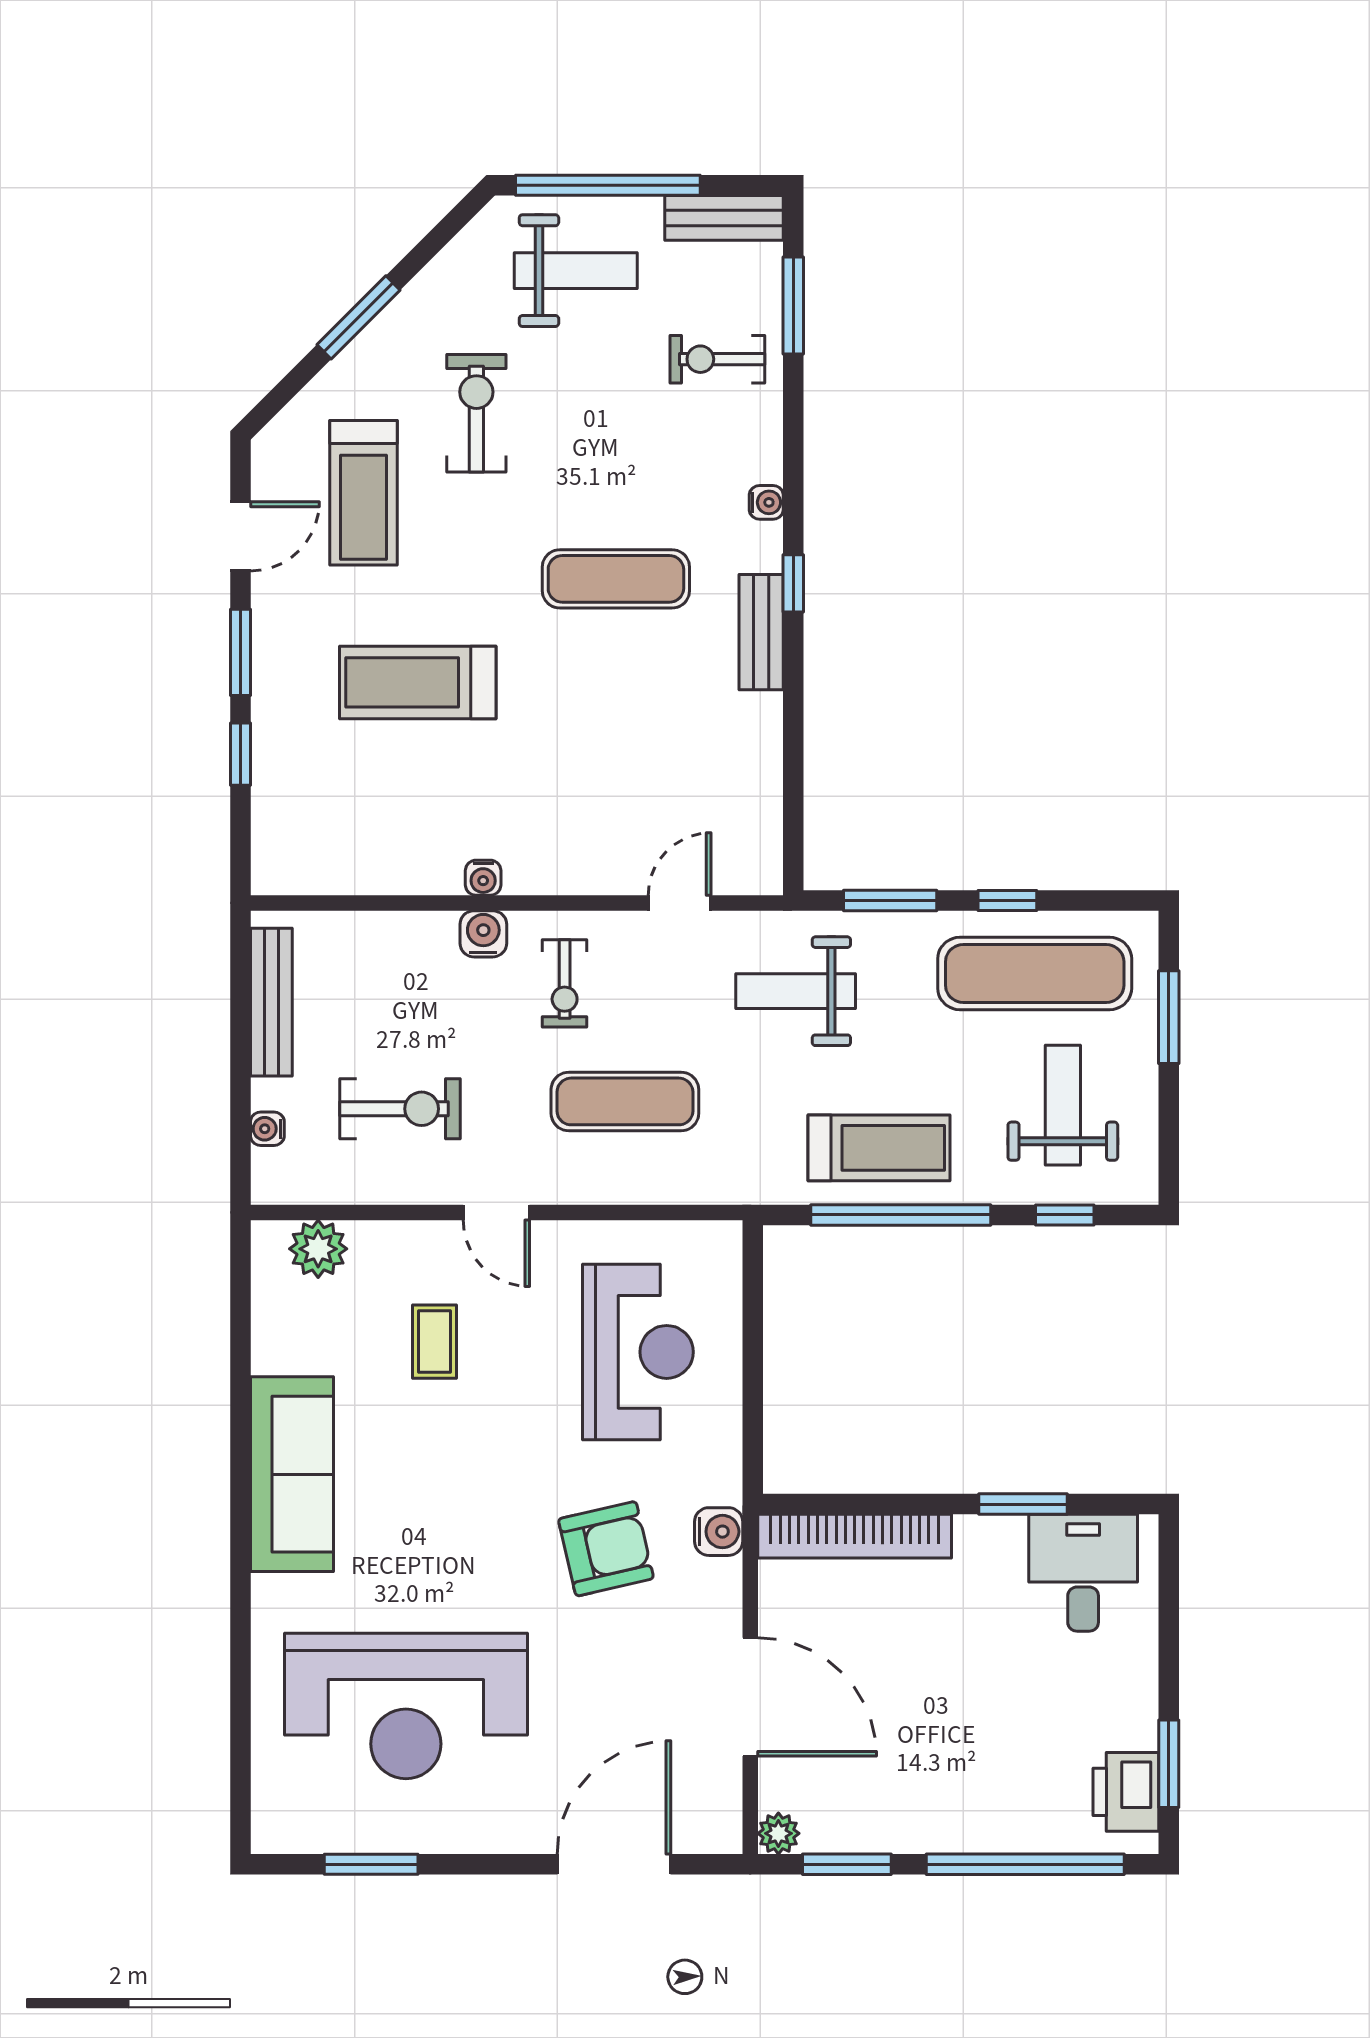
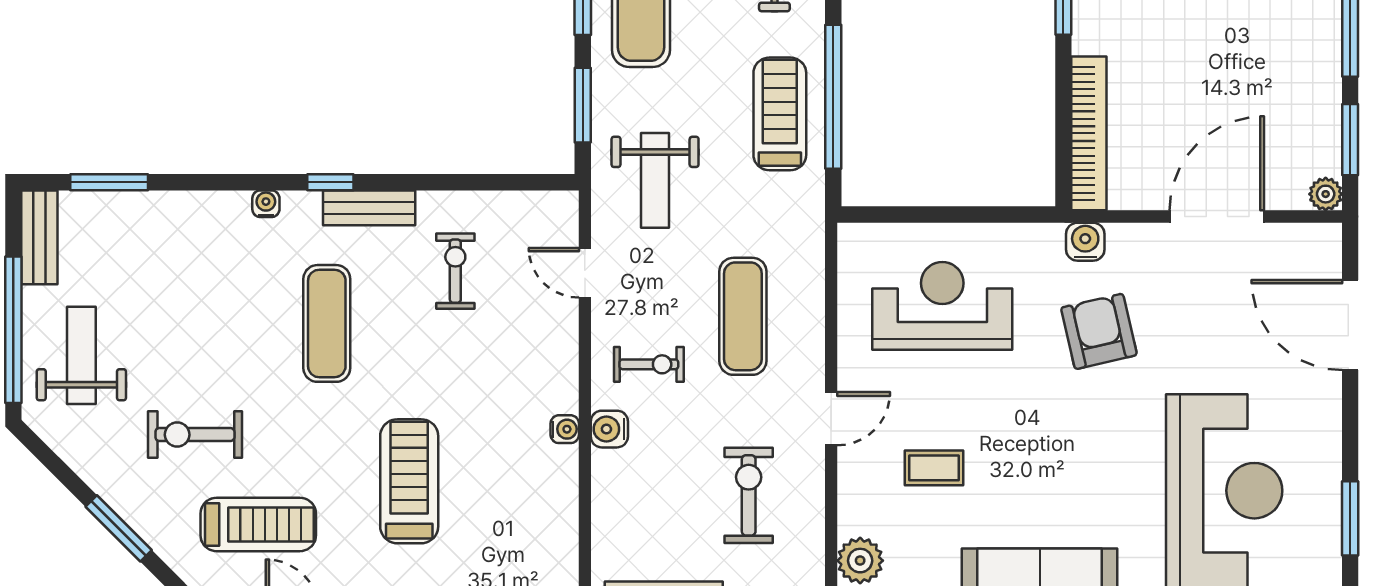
exercise bike: (717, 359) -> (455, 271), moved, turned 180
treadmill: (418, 682) -> (409, 481), turned 180

